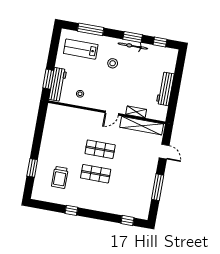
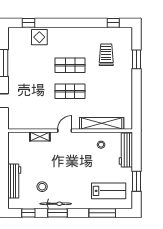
stool: (113, 63) -> (42, 187), moved
window: (48, 79) -> (136, 181), moved
workbench: (165, 89) -> (14, 181), moved
shelving: (142, 126) -> (102, 123), moved
display table: (120, 205) -> (39, 37), added
window: (71, 210) -> (113, 23), moved

